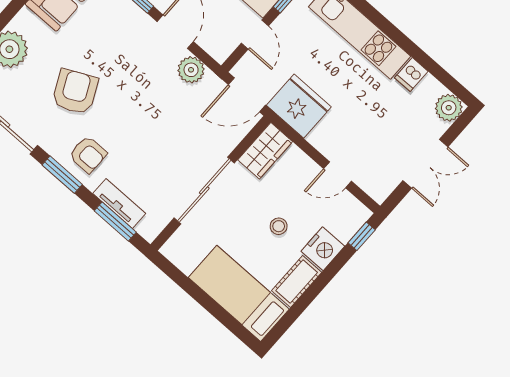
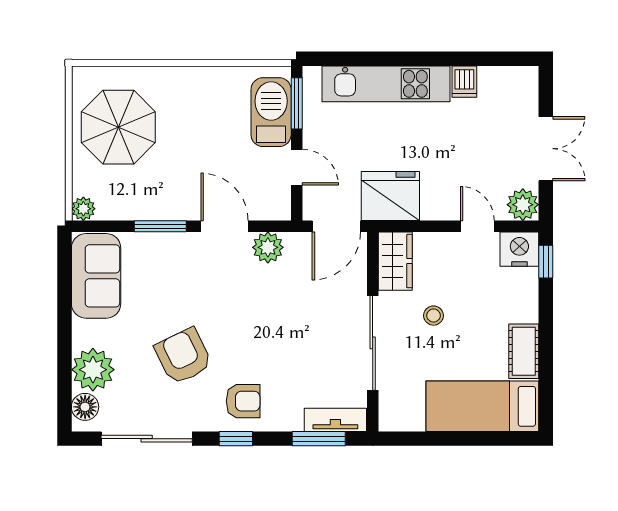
plant: (449, 108) -> (523, 205), moved
window: (62, 175) -> (236, 439), width x0.67
door: (338, 175) -> (477, 226), swing flipped
tv unit: (119, 203) -> (335, 420), moved
stool: (279, 226) -> (433, 316), moved
nightstand: (323, 249) -> (519, 249), moved, turned -90

